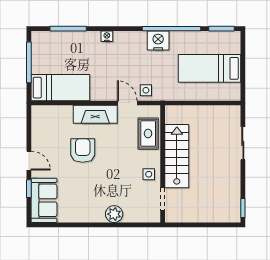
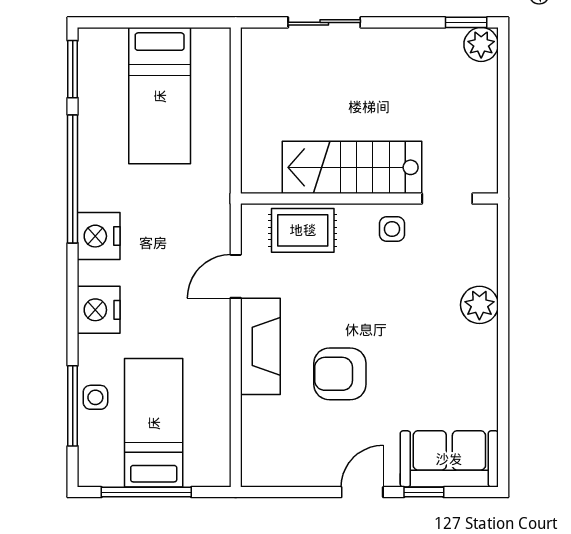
nightstand: (107, 36) -> (99, 310), width x1.89, depth x1.79
nightstand: (158, 41) -> (99, 236), moved
bed: (60, 88) -> (154, 423), moved
side table: (146, 90) -> (95, 397), moved
plant: (233, 215) -> (481, 44), added

